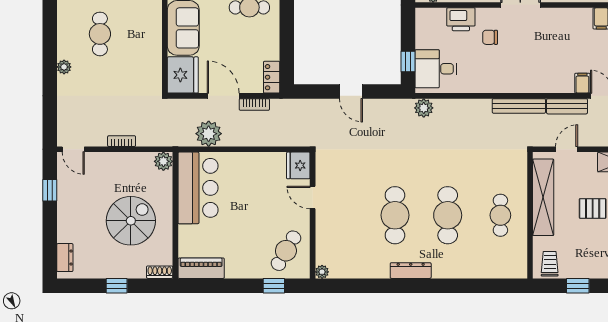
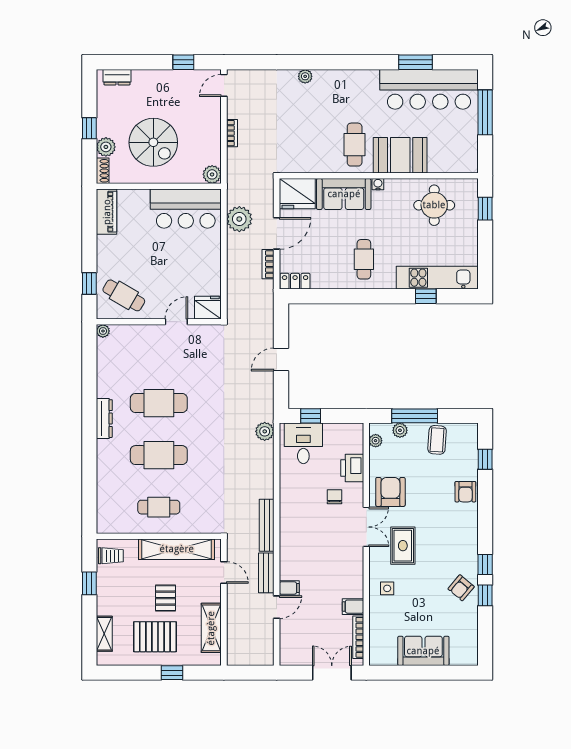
cafe table: (100, 34) -> (355, 145), moved, turned 90
plant: (136, 269) -> (106, 147), added

